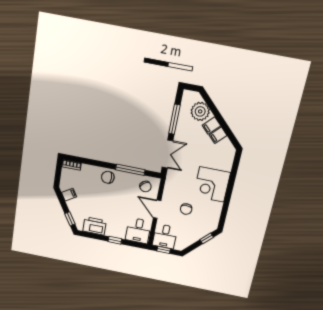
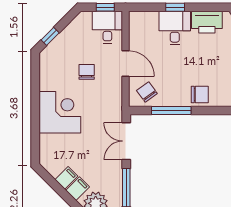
desk: (138, 231) -> (175, 28), moved

